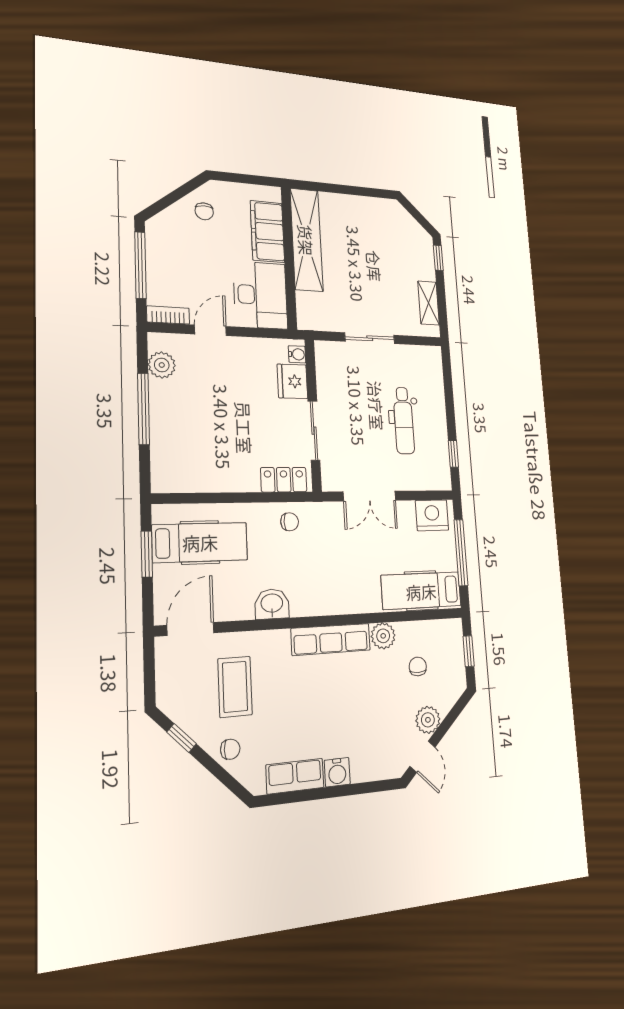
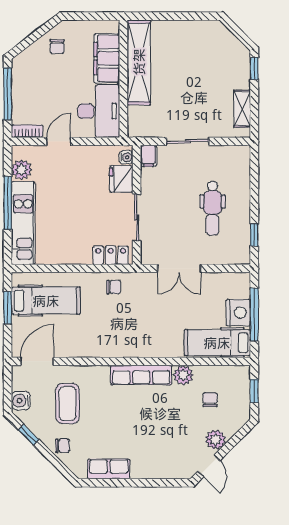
filing cabinet: (324, 354) -> (149, 156), added
kitchen unit: (166, 436) -> (23, 223), added
nightstand: (432, 515) -> (238, 313), moved, turned 90
washbasin: (272, 604) -> (97, 347), removed
water cooler: (337, 772) -> (21, 401), moved, turned 90

